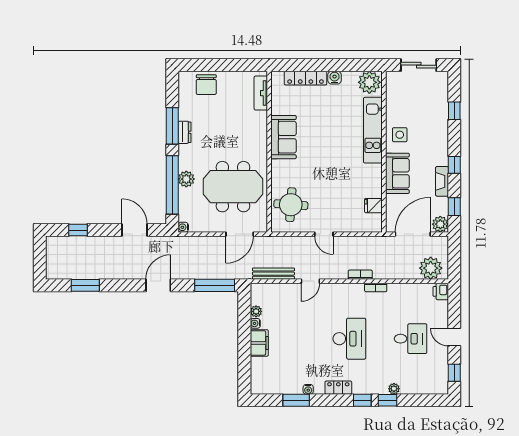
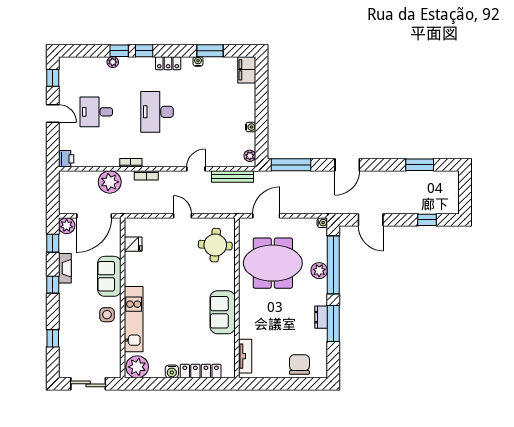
plant: (431, 268) -> (110, 182), moved
plant: (256, 311) -> (250, 156), moved
filing cabinet: (259, 343) -> (247, 70), moved

